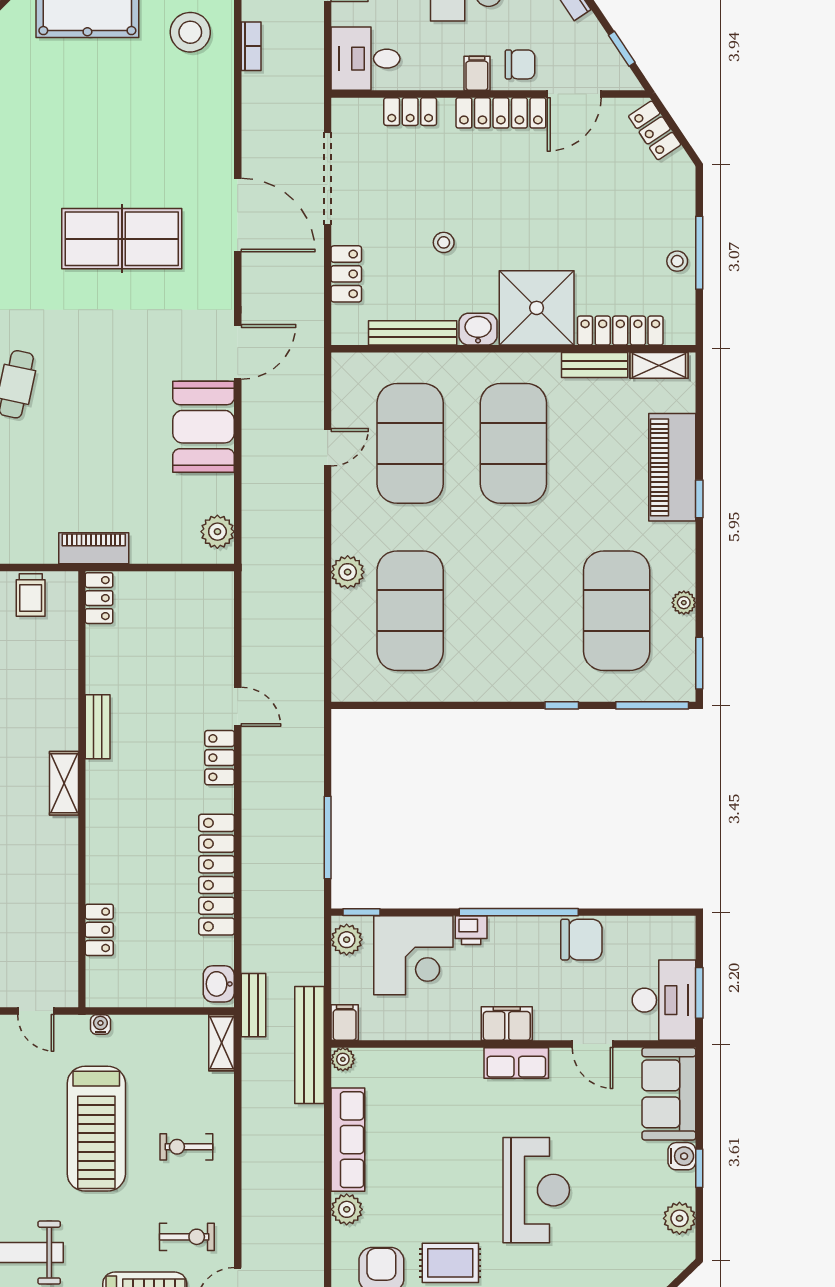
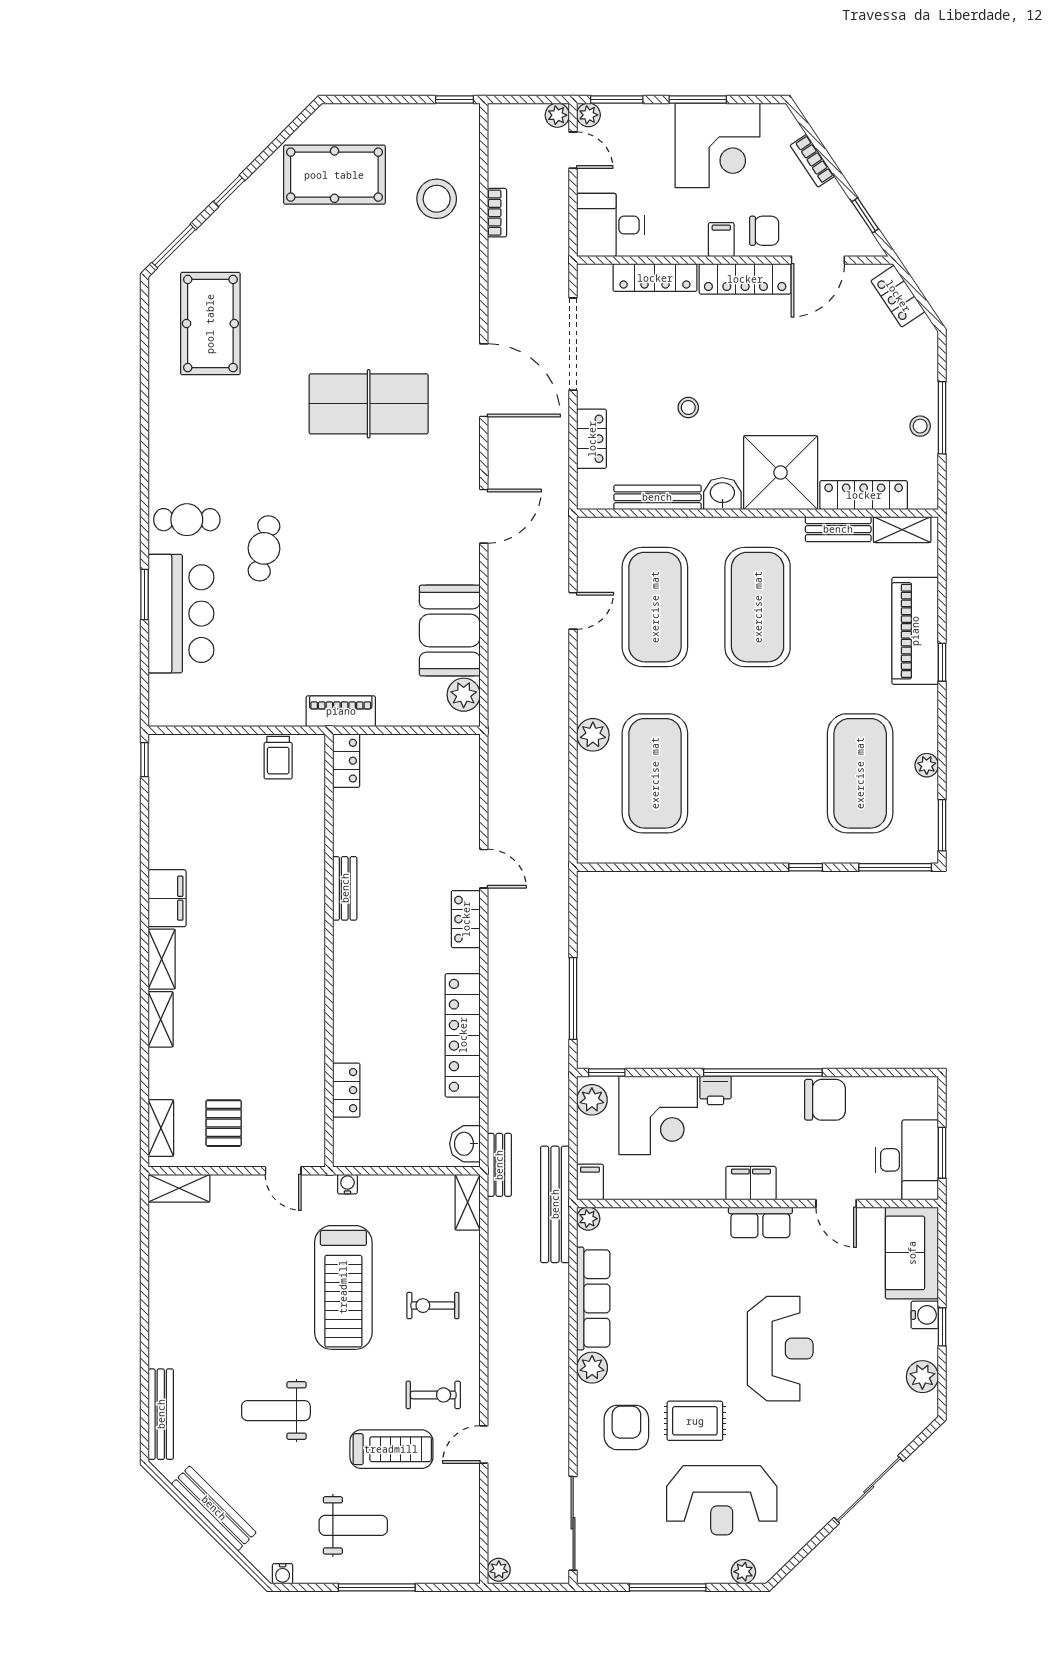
locker: (410, 112) -> (655, 278), width x1.53
booth: (203, 427) -> (450, 630), moved
shelving: (64, 783) -> (311, 945), removed

